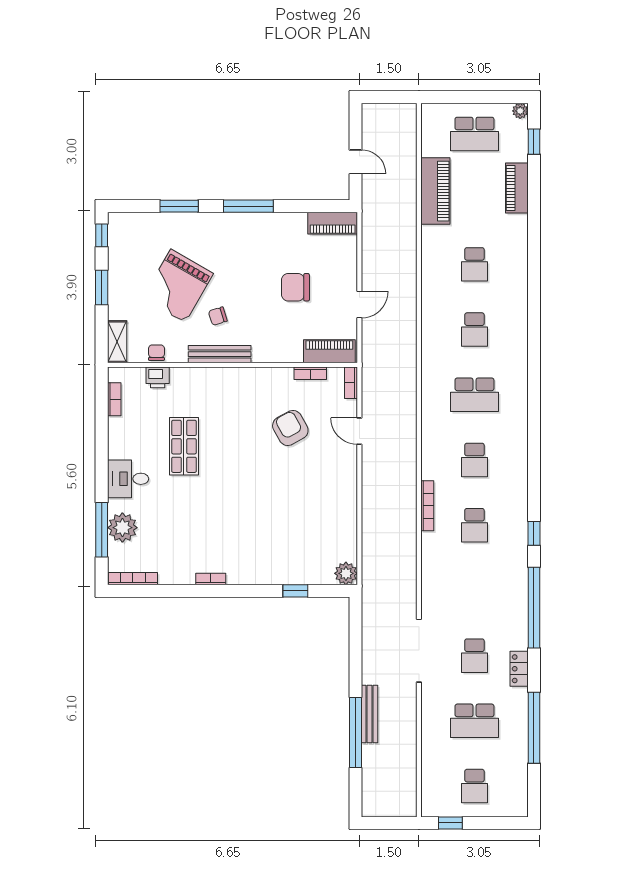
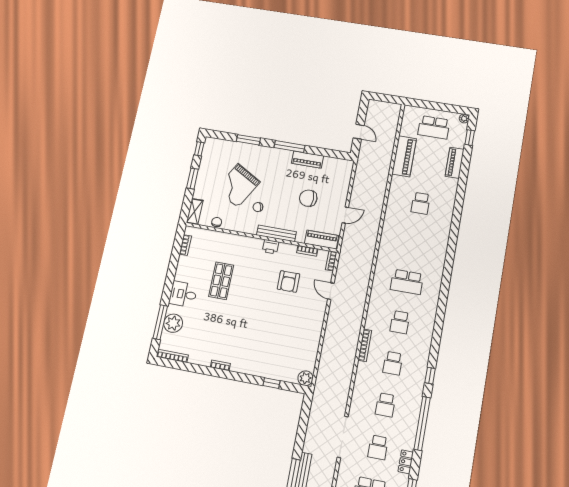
piano: (333, 223) -> (307, 160), moved
school desk: (474, 330) -> (385, 405), moved
bench: (220, 354) -> (276, 233), moved
printer: (158, 377) -> (271, 247), moved
armchair: (290, 428) -> (288, 282), turned -151

